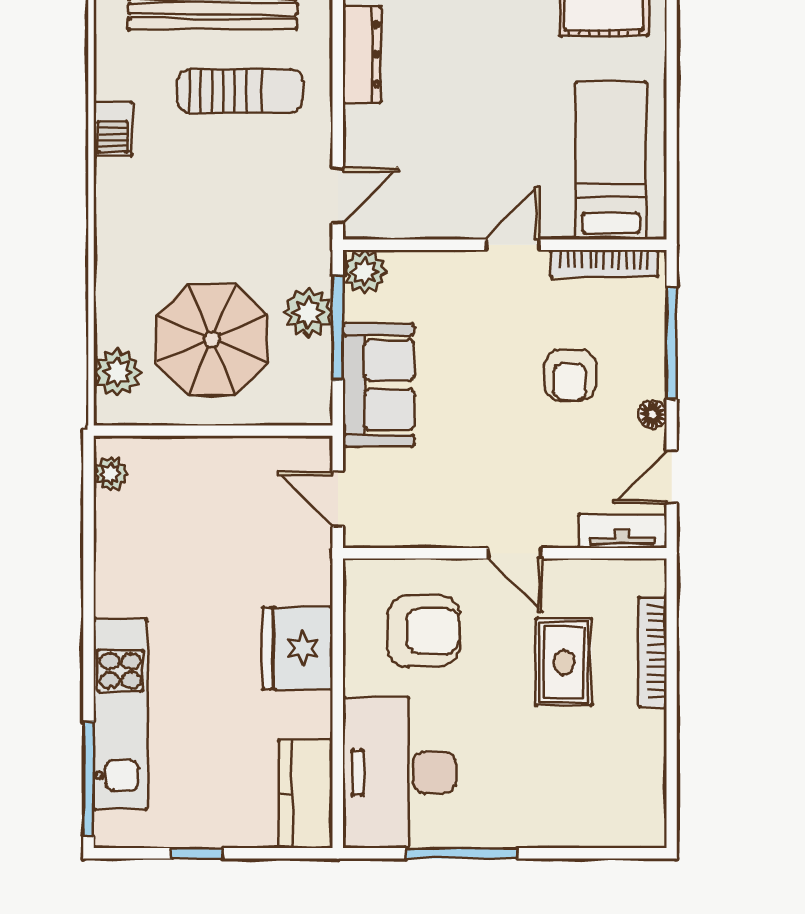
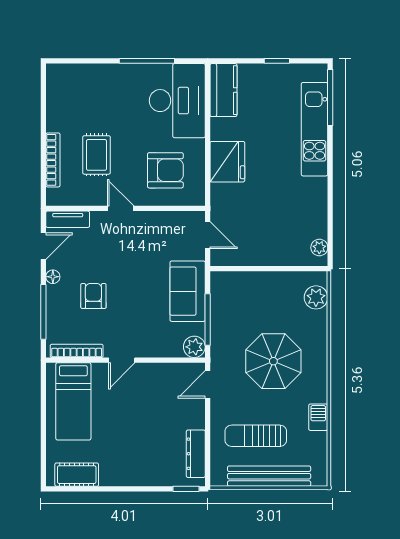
plant: (308, 313) -> (222, 327), removed
parasol: (212, 339) -> (273, 361), moved
armchair: (424, 631) -> (165, 170), turned 180

